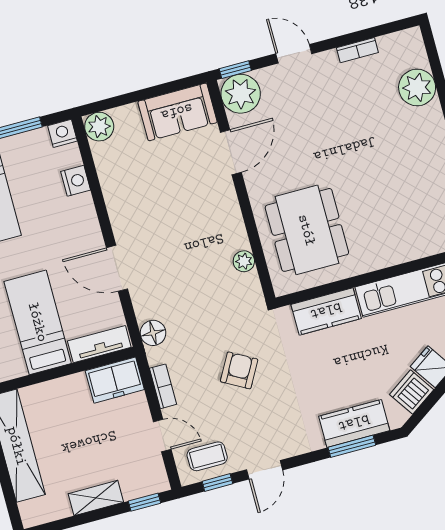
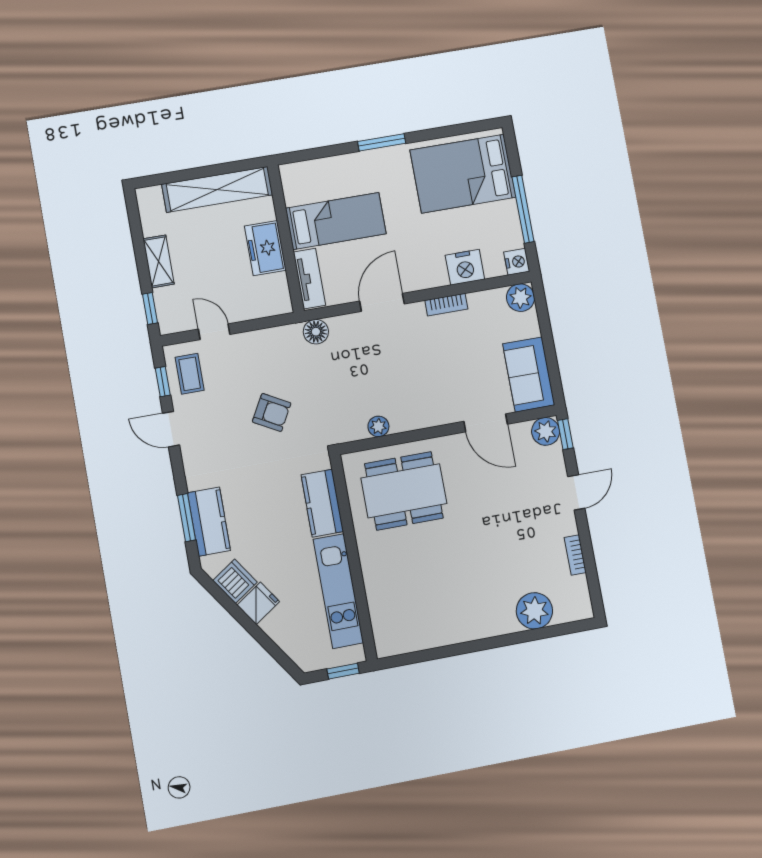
plant: (241, 94) -> (546, 431), width x0.73, depth x0.73
nightstand: (76, 181) -> (465, 267), width x1.36, depth x1.33
freezer: (115, 380) -> (265, 248), moved
bookcase: (163, 386) -> (446, 305), moved
door: (162, 436) -> (214, 332), swing flipped

